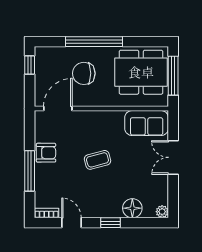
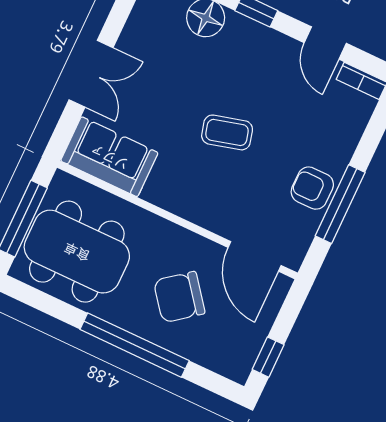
chair: (84, 73) -> (179, 297), turned 142
door: (58, 109) -> (255, 256), hinge flipped
window: (30, 171) -> (340, 204), moved

